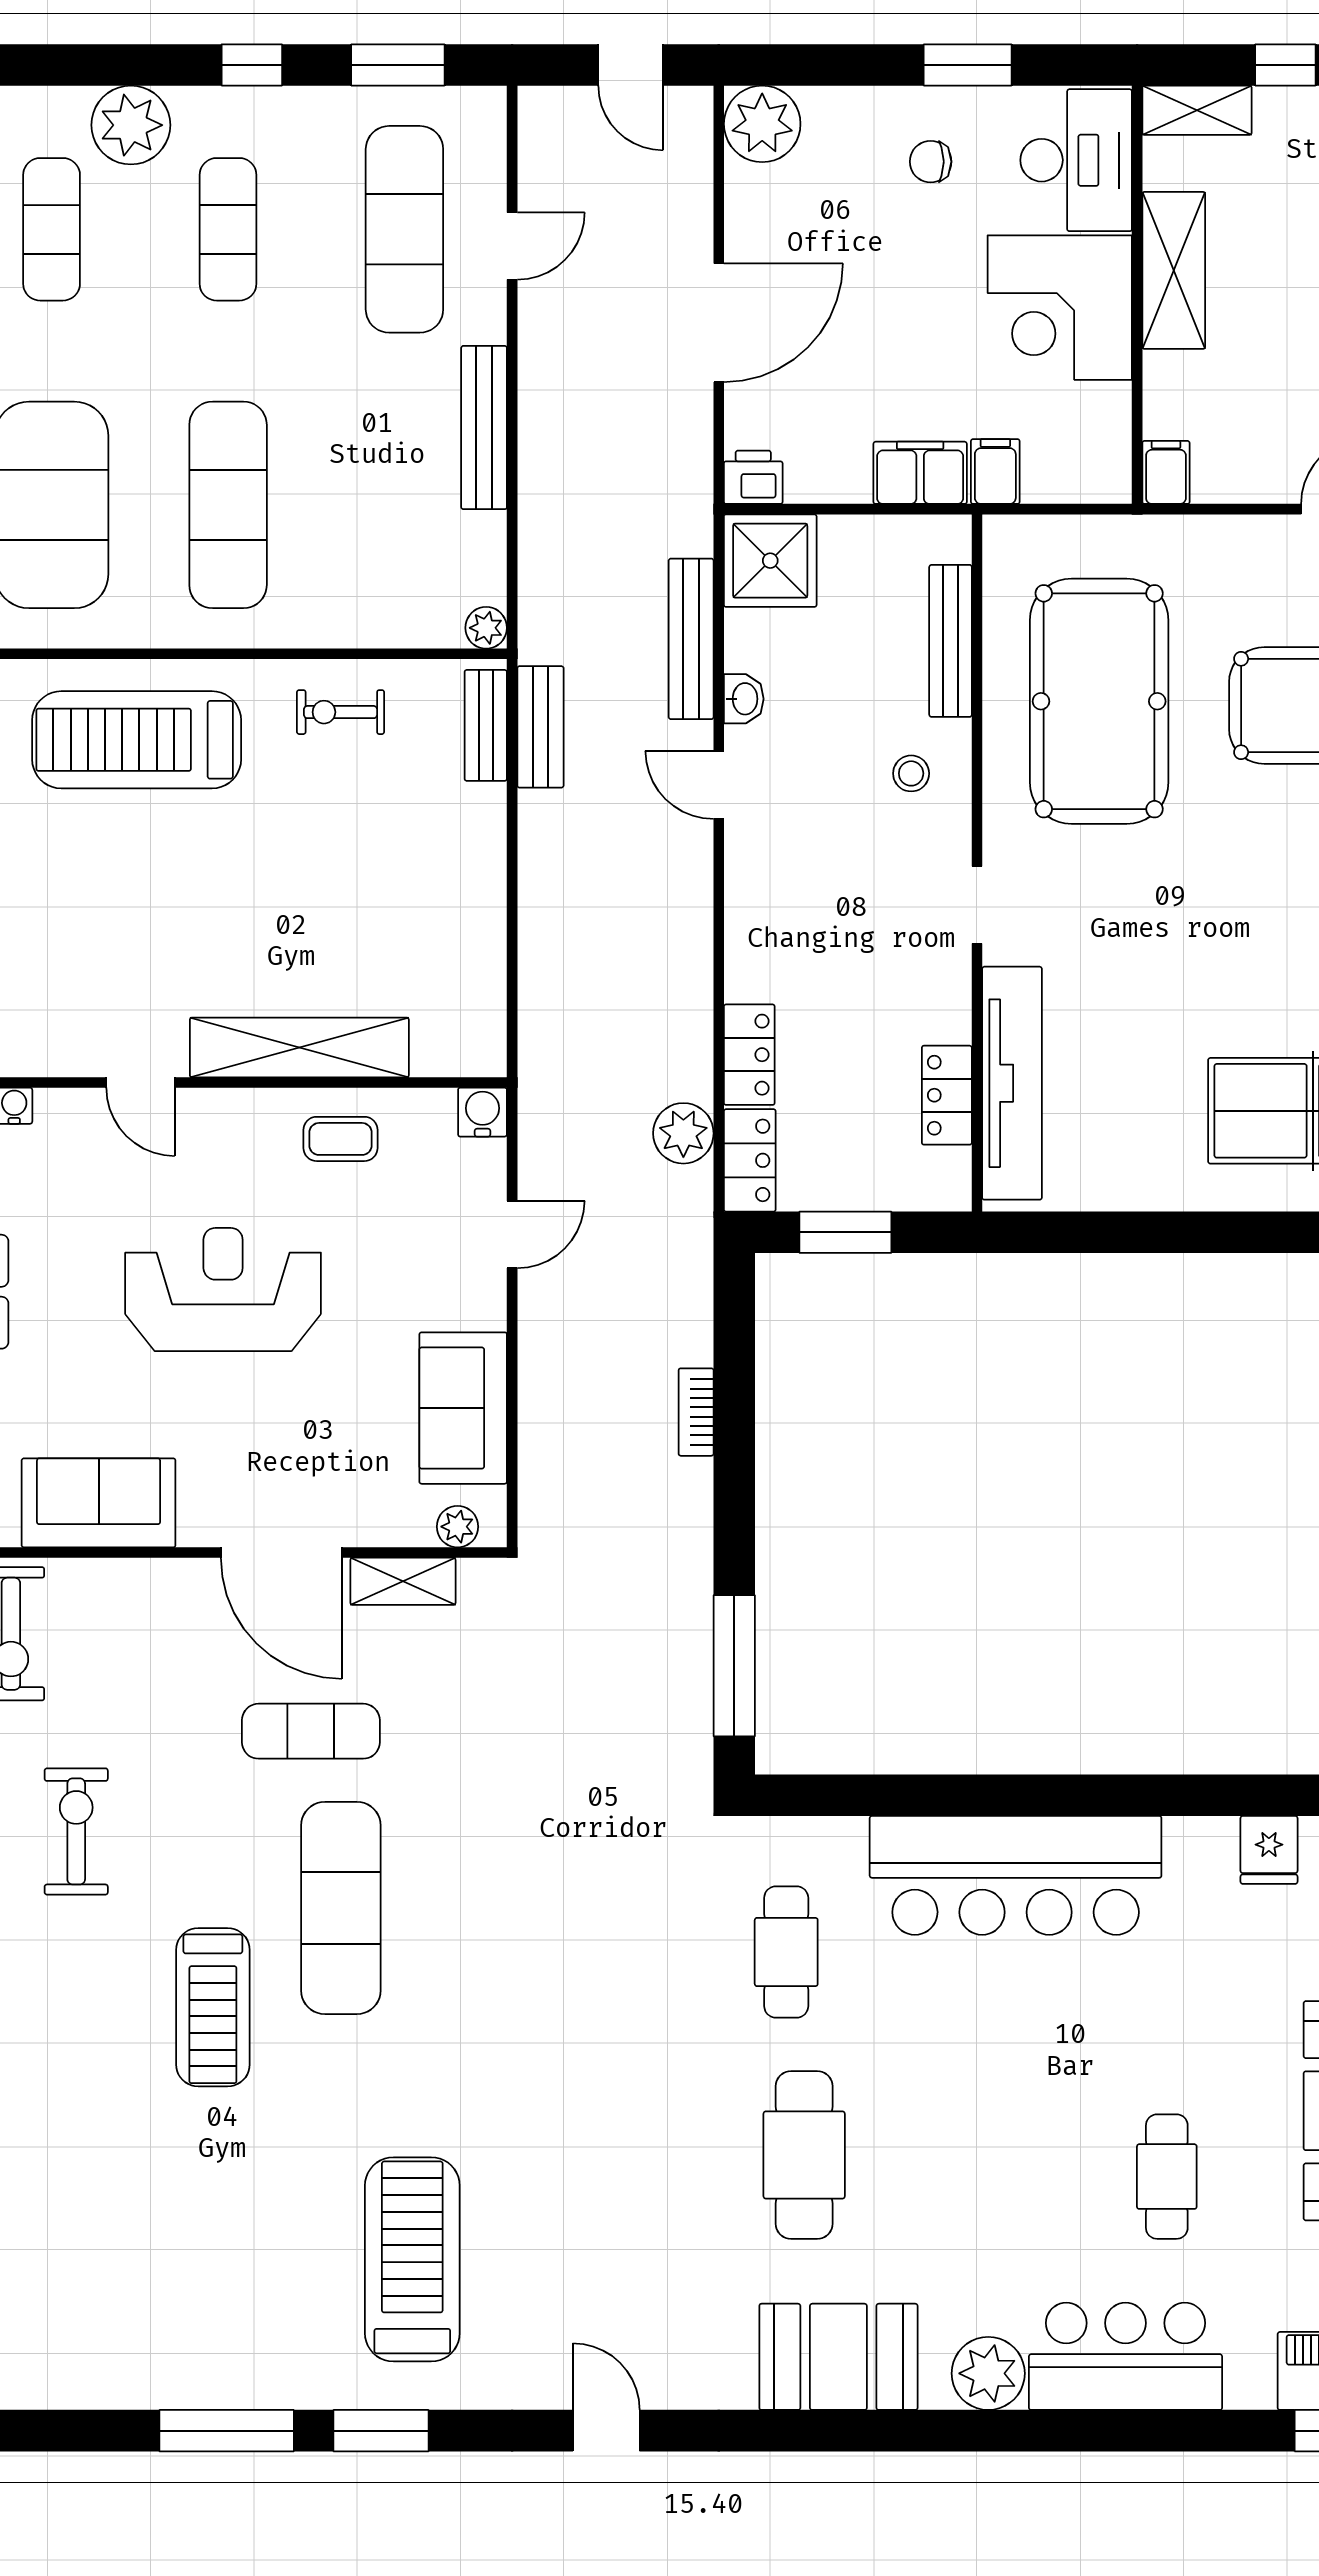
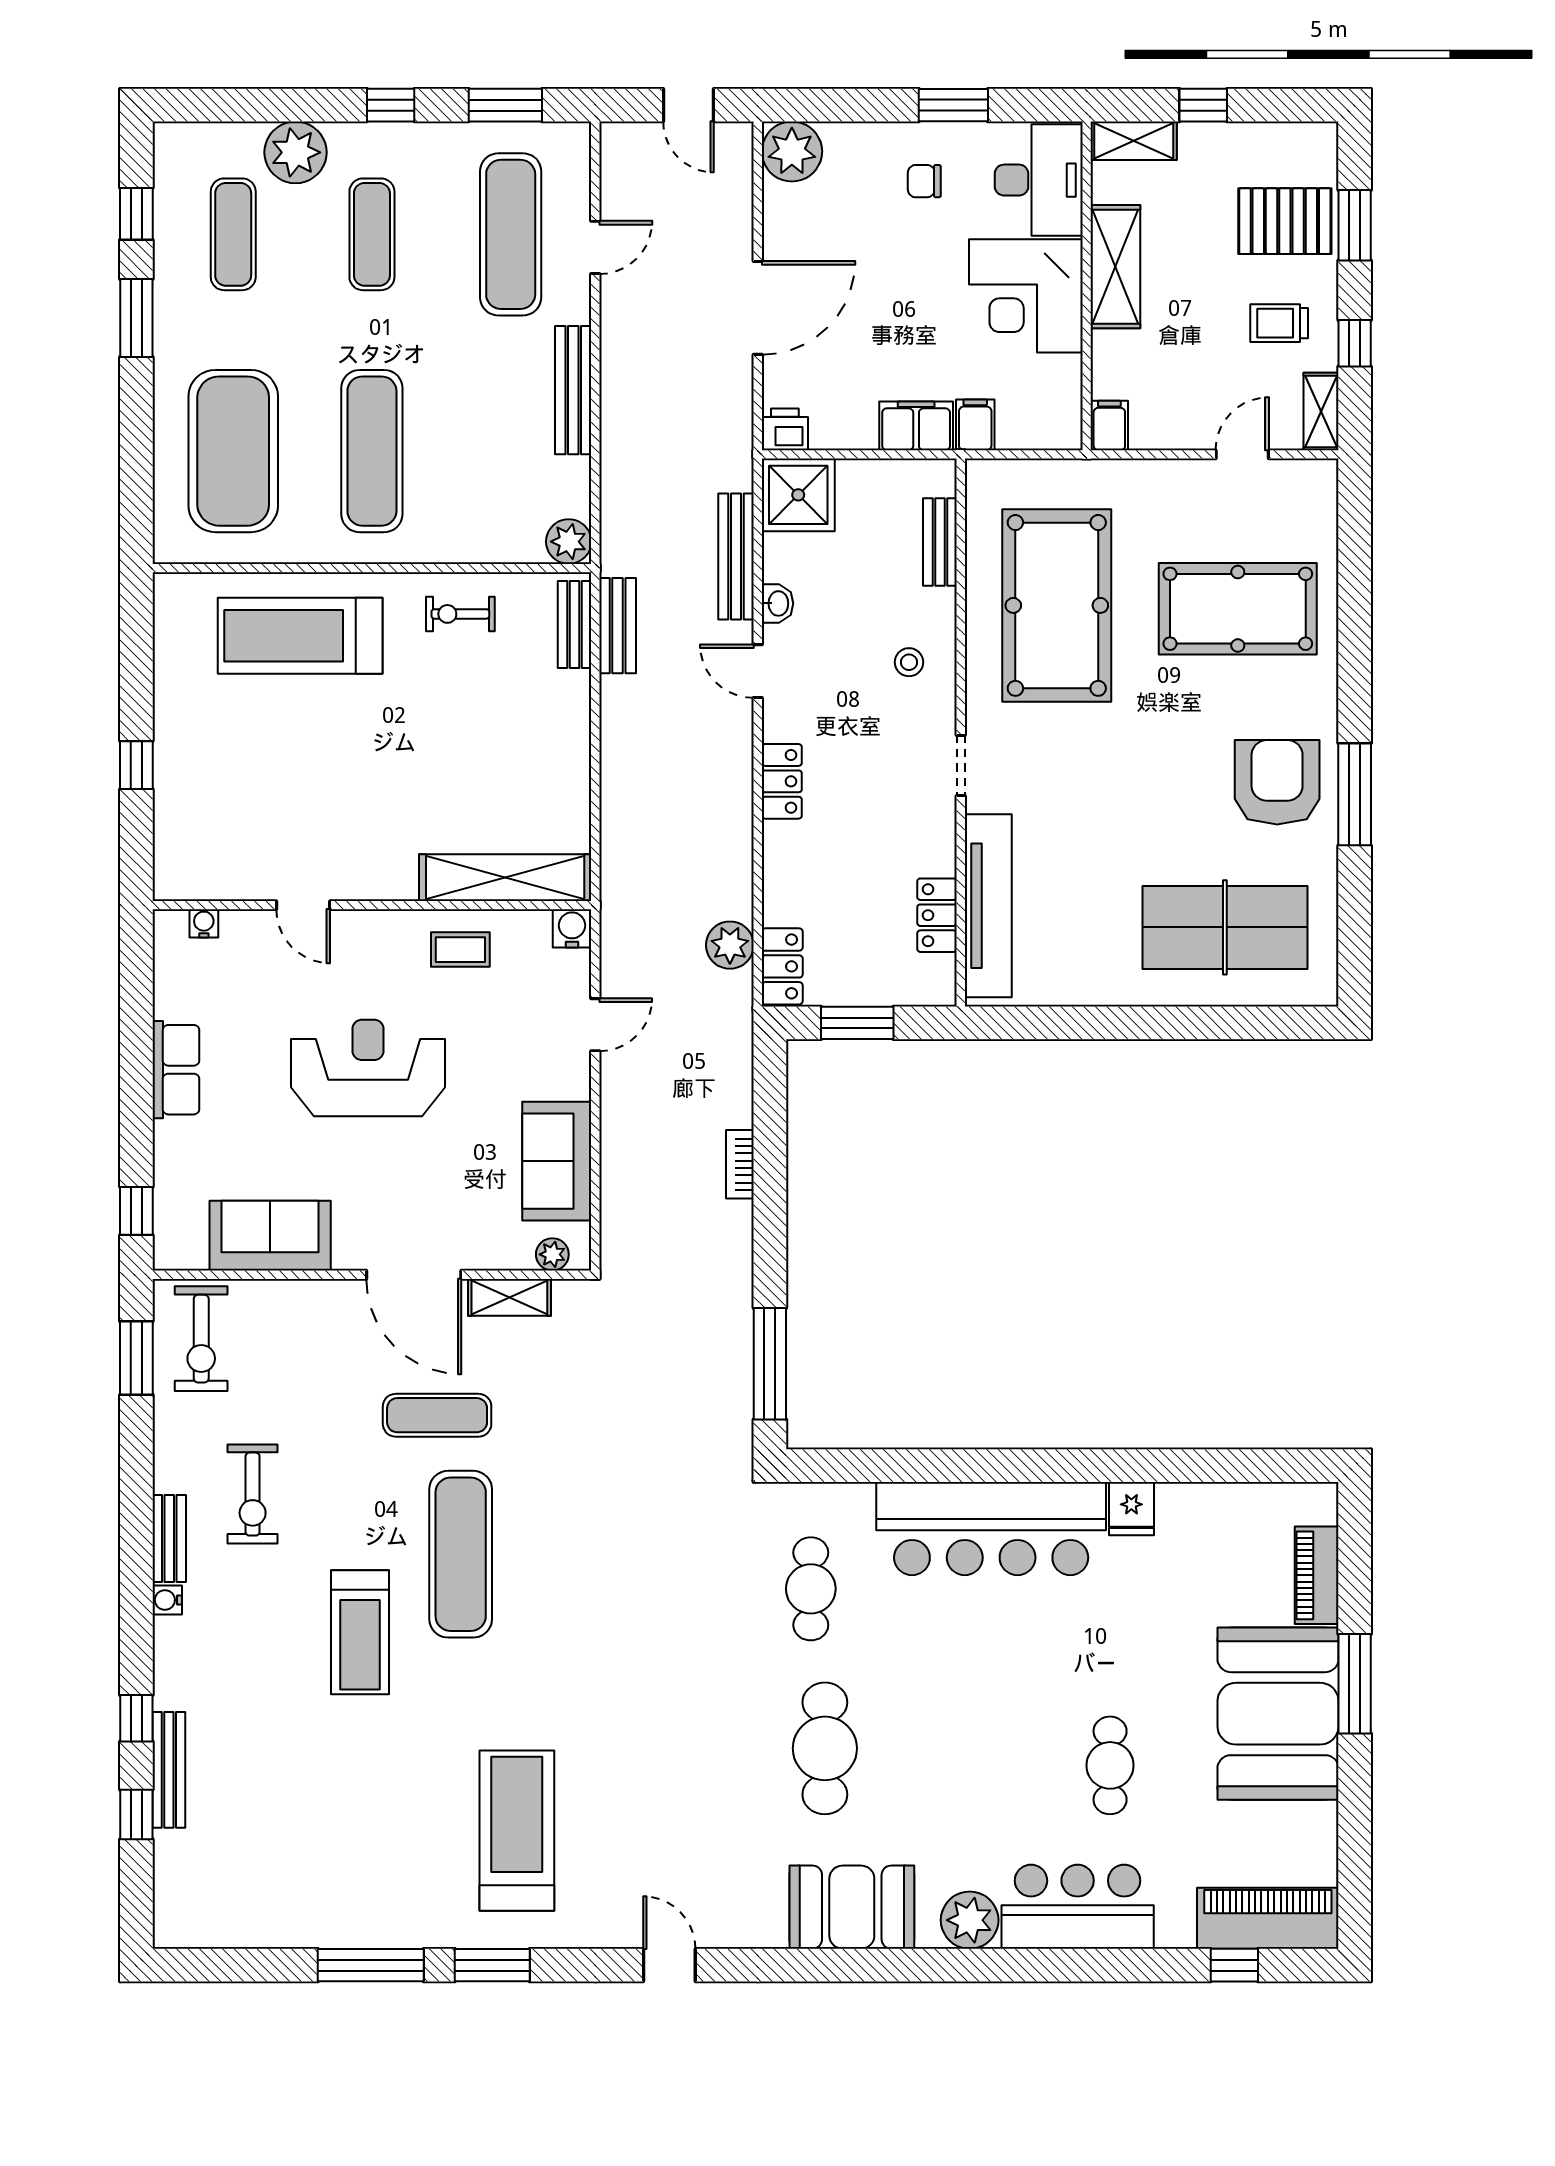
plant: (486, 628) -> (569, 542), width x1.38, depth x1.38
bench: (951, 641) -> (940, 542), width x0.73
shelving: (299, 1047) -> (505, 878), moved
locker: (749, 1055) -> (782, 781), moved
exercise bike: (76, 1831) -> (253, 1494), turned 180
fridge: (1269, 1850) -> (1131, 1509), moved

